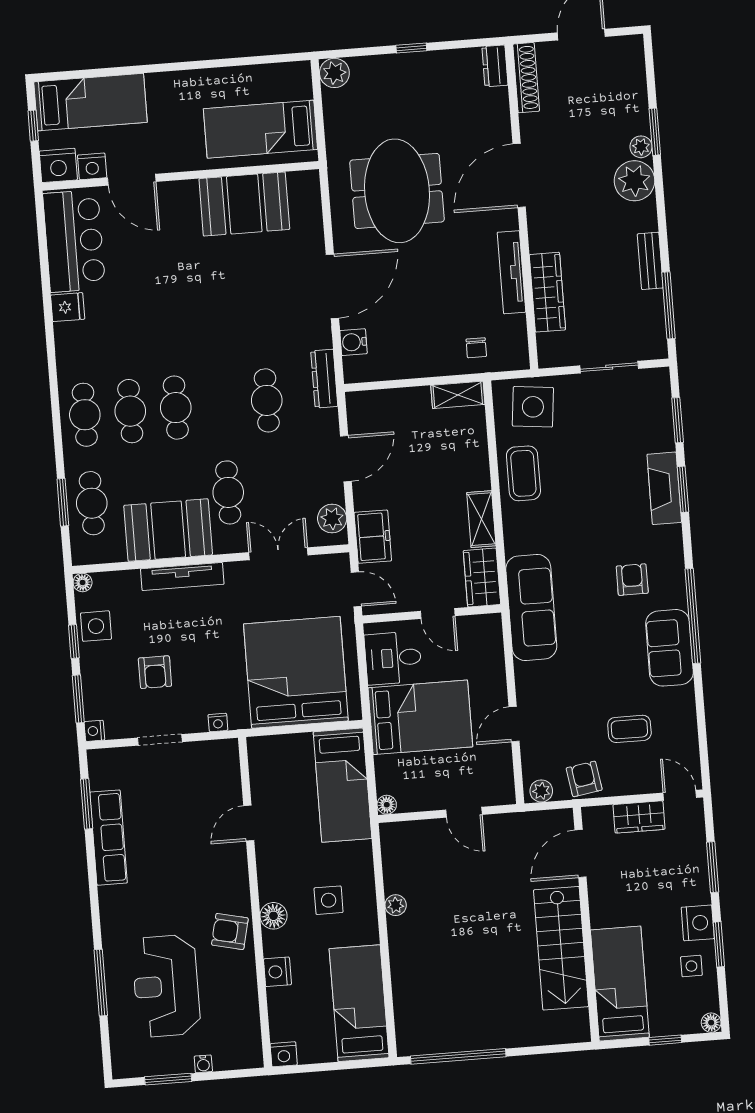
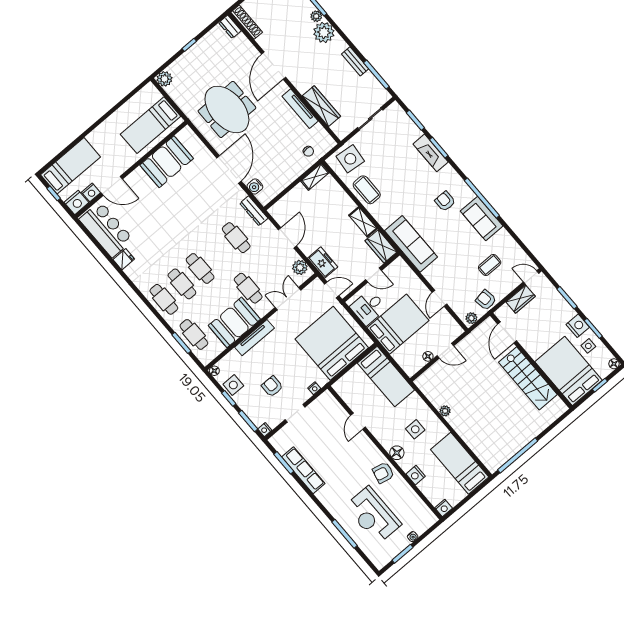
armchair: (155, 672) -> (272, 386), turned 180
floor lamp: (387, 805) -> (428, 356), moved
bed: (620, 984) -> (569, 371), width x1.50

